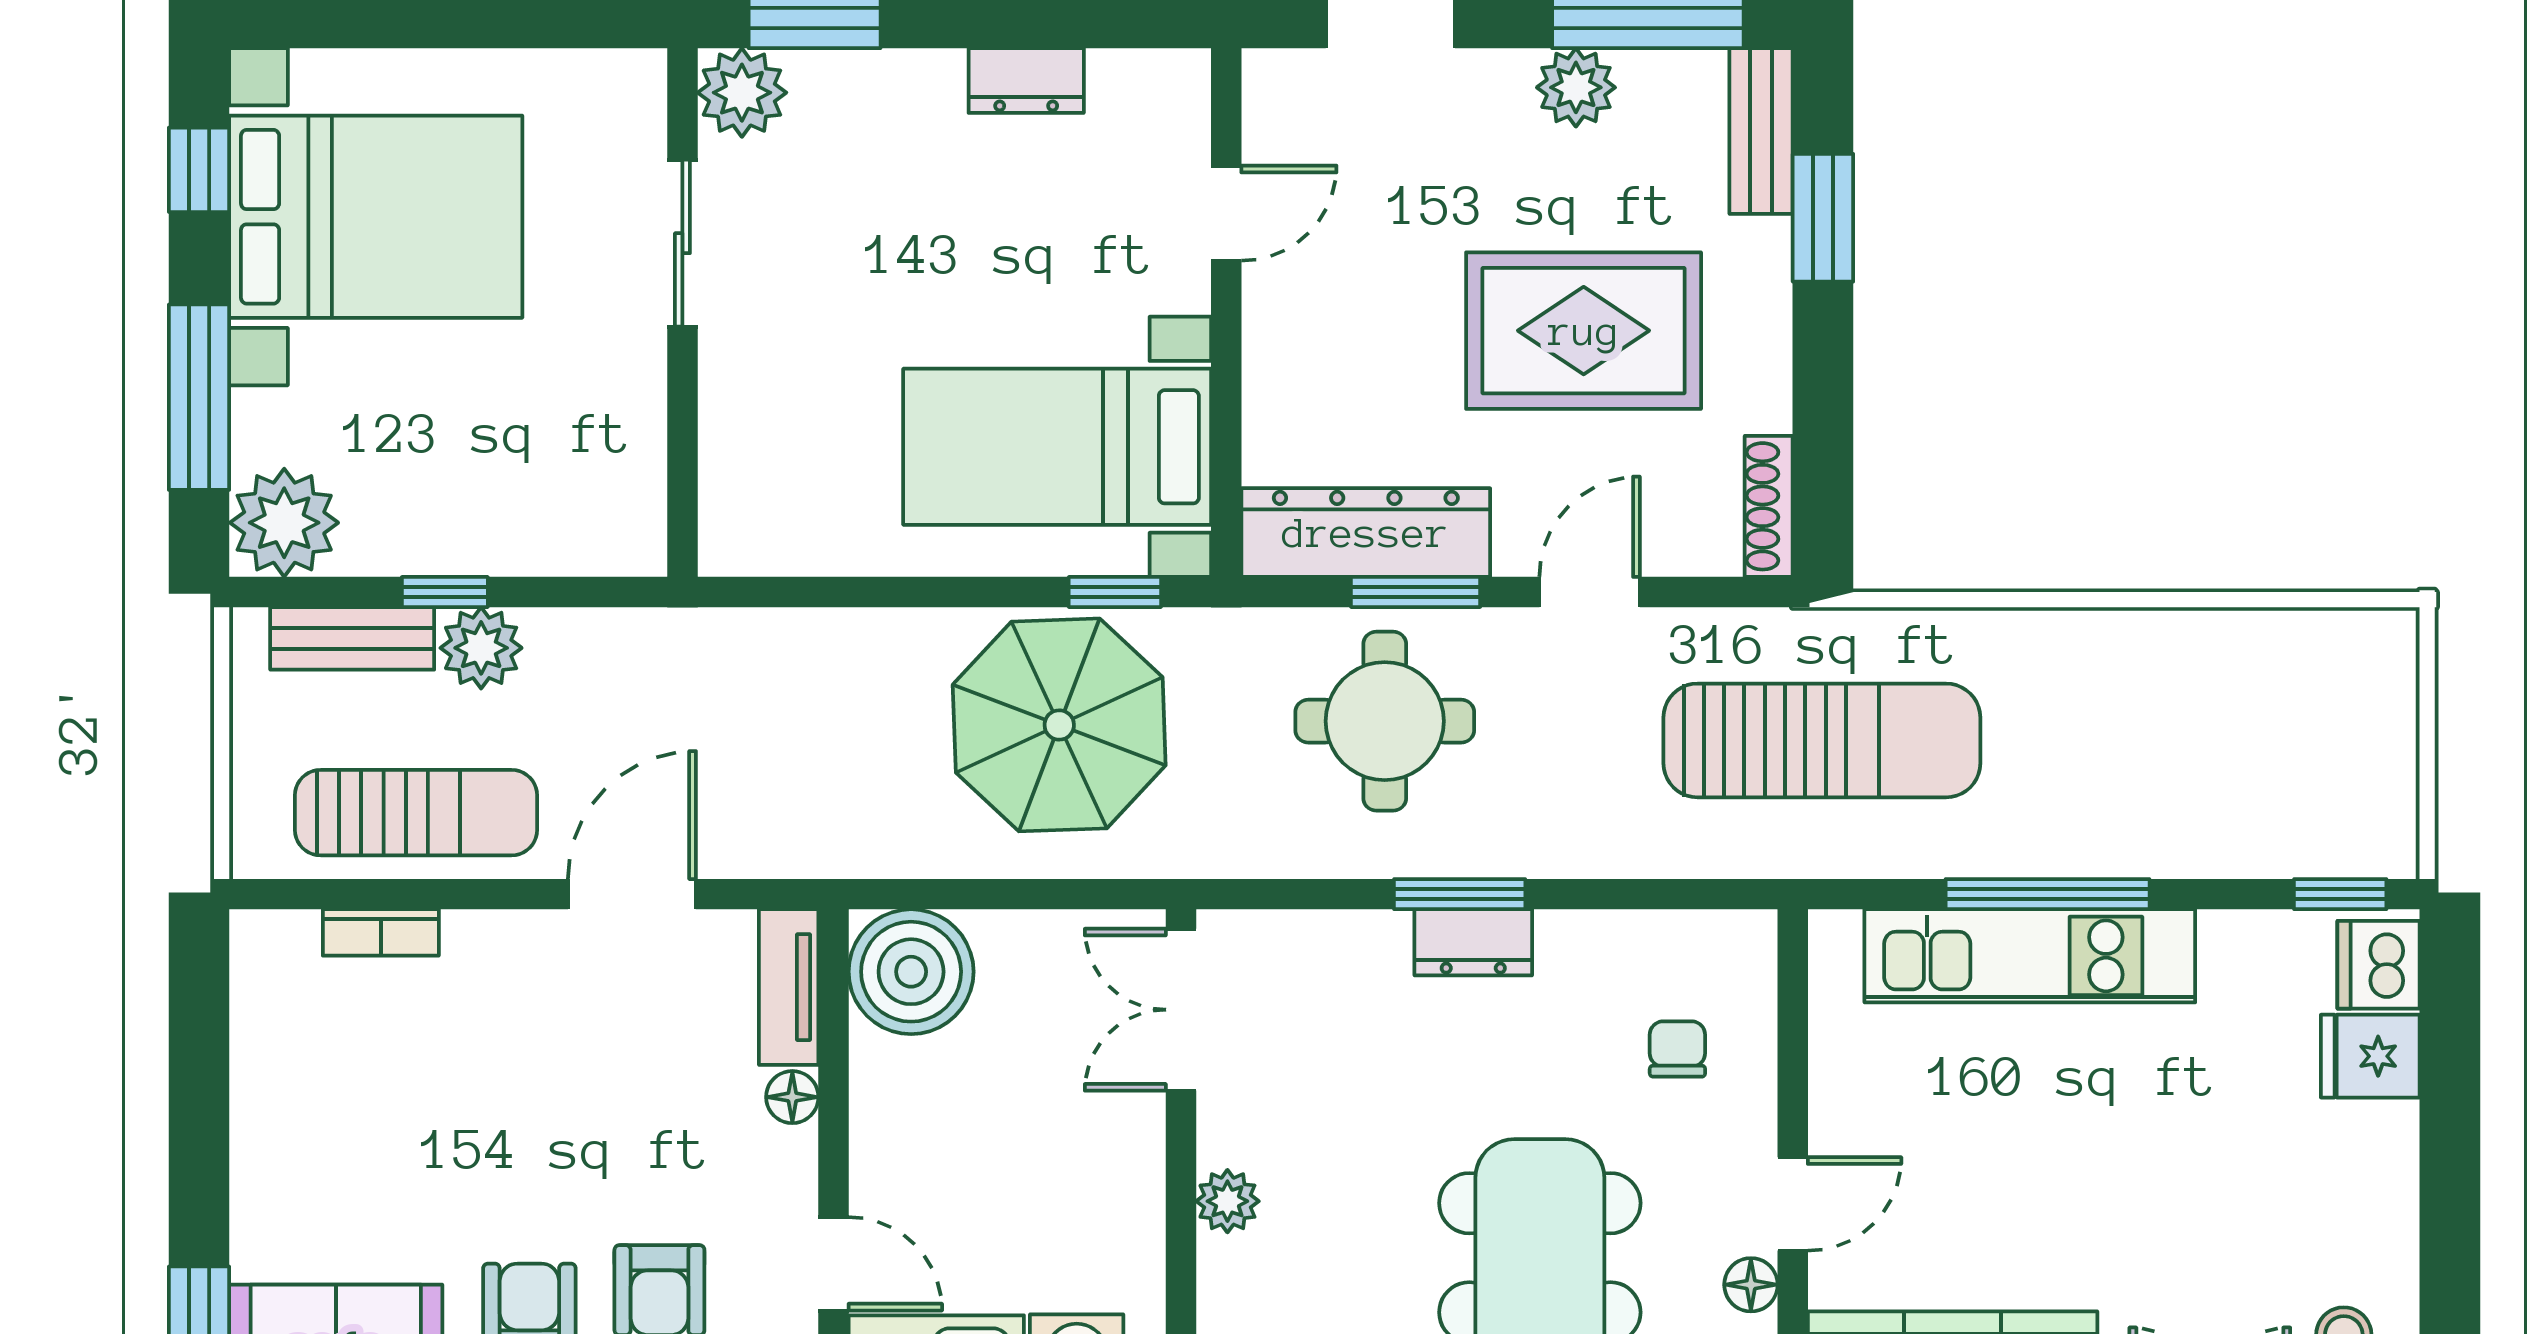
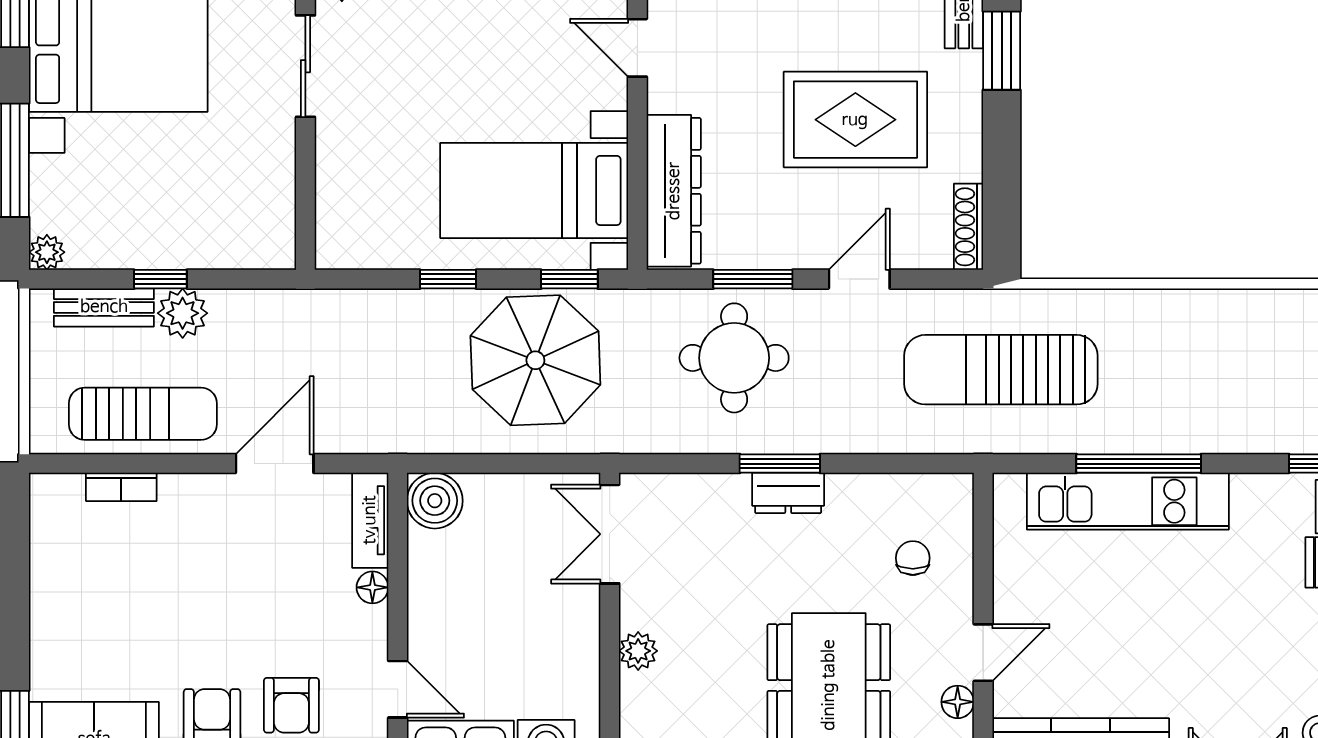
door: (1226, 213) -> (637, 48), swing flipped
plant: (284, 523) -> (47, 252), width x0.53, depth x0.53
dresser: (1366, 533) -> (674, 191), moved, turned 90
window: (916, 592) -> (448, 279), added
sun lounger: (1822, 740) -> (1001, 370), turned 180
boiler: (911, 972) -> (435, 501), width x0.73, depth x0.73

